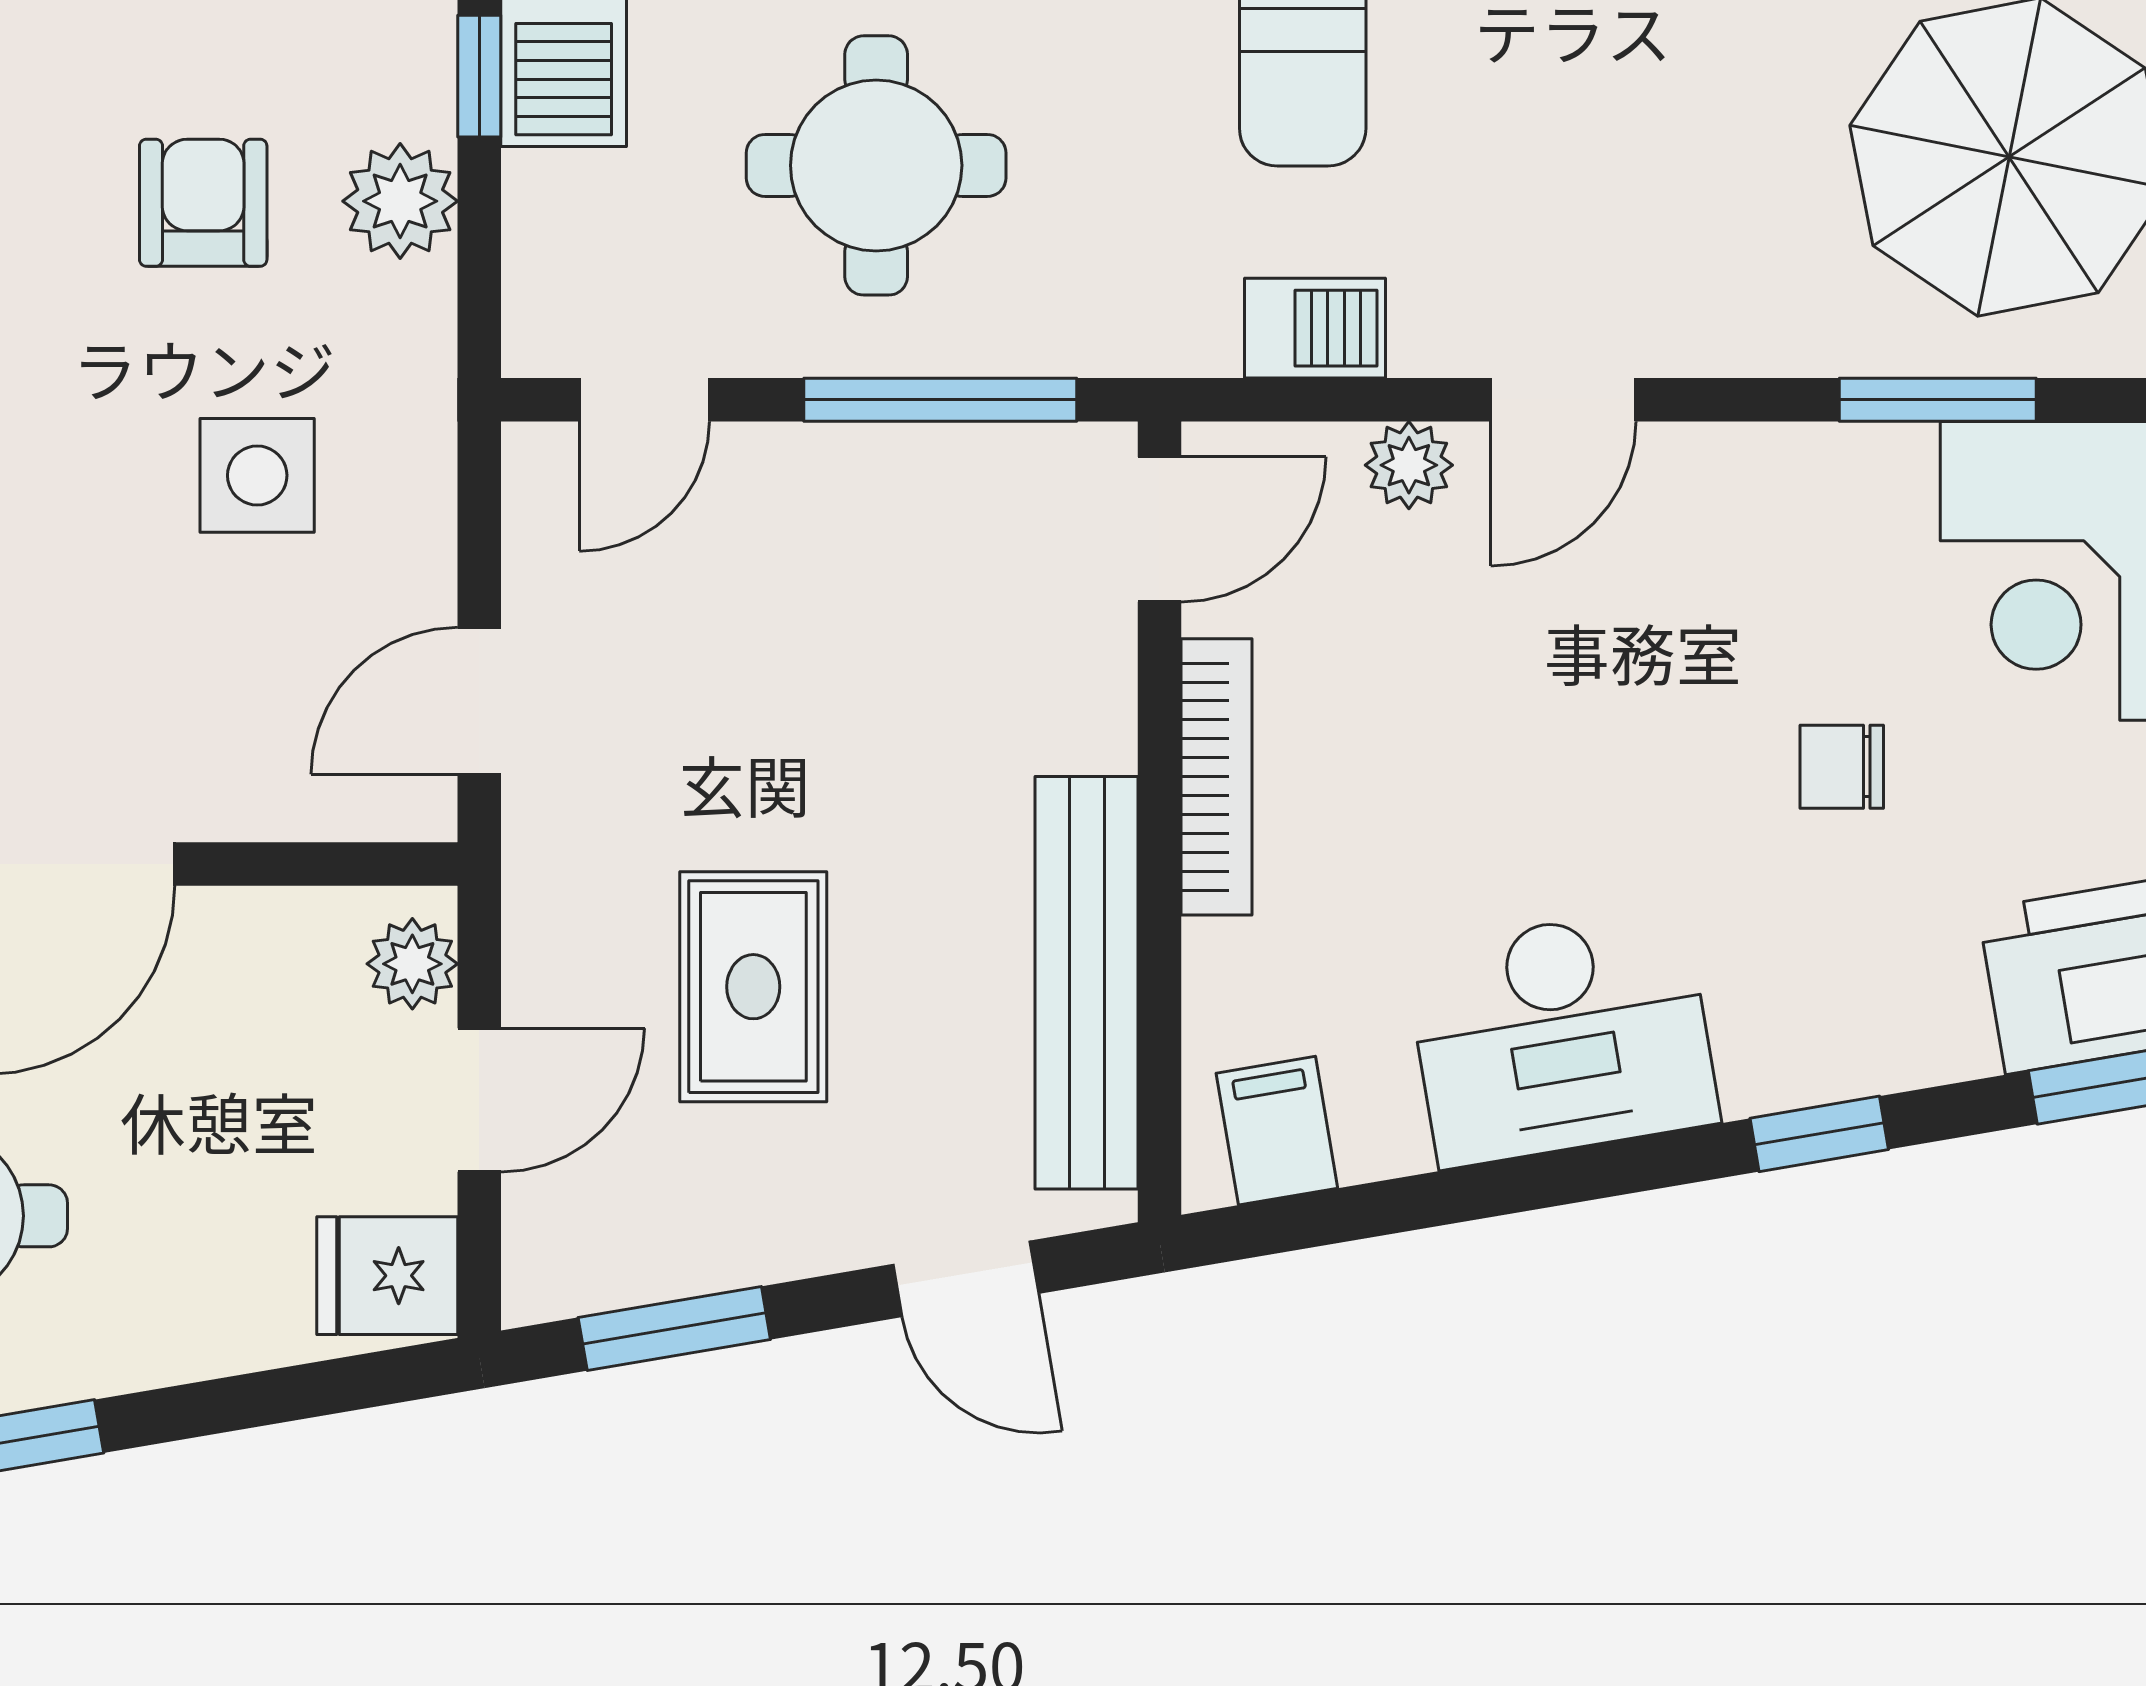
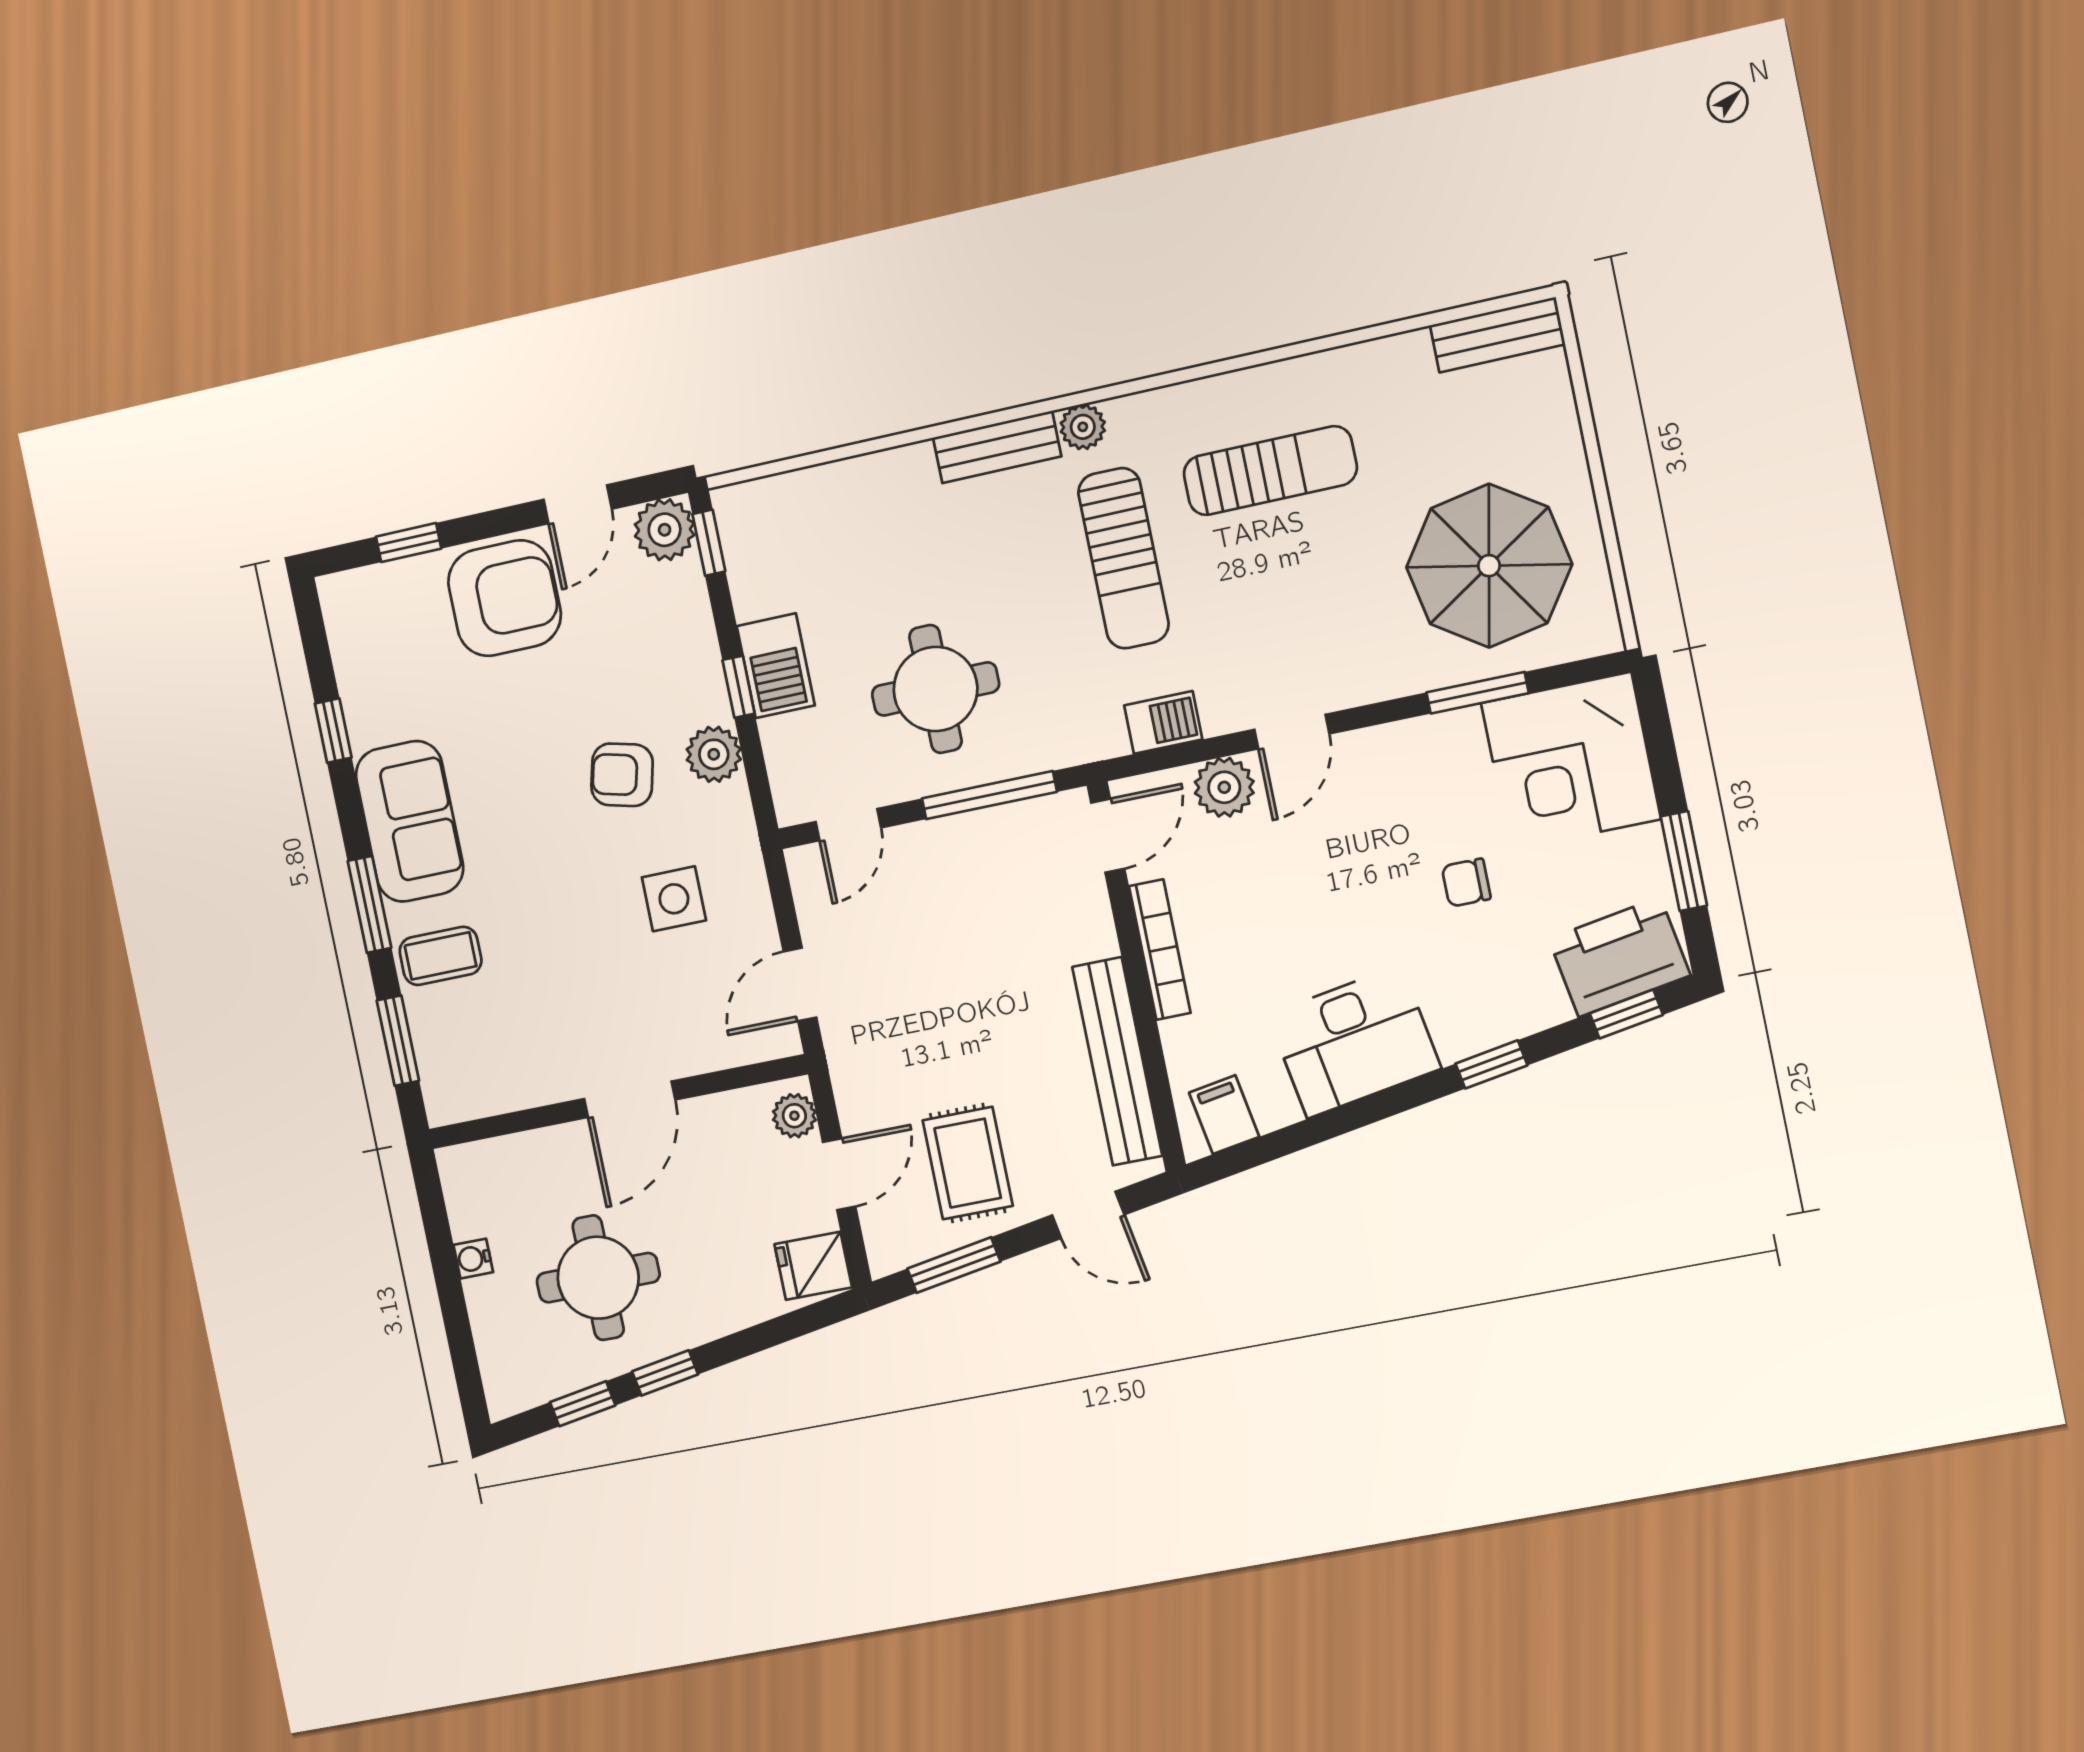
armchair: (203, 203) -> (622, 775), turned -76
plant: (1409, 465) -> (1224, 787), width x1.38, depth x1.38
rug: (753, 987) -> (968, 1163), moved

